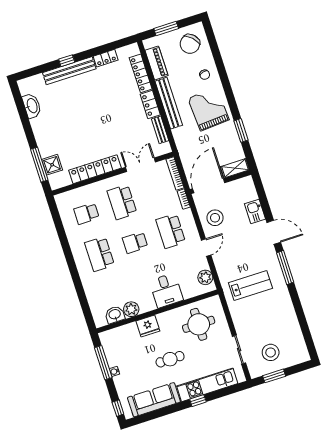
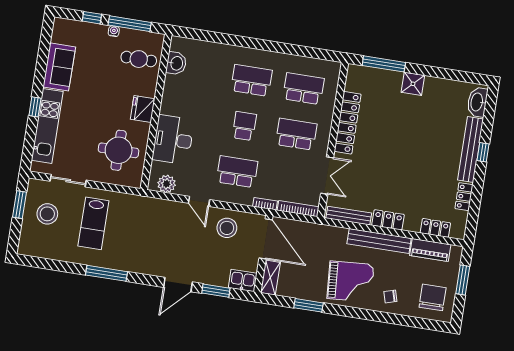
chair: (190, 44) -> (433, 297), turned 45
locker: (141, 73) -> (435, 228), width x0.66
washbasin: (32, 106) -> (477, 102), moved, turned 90
bench: (160, 130) -> (349, 216), width x1.36
shower: (52, 165) -> (413, 84), moved
window: (264, 203) -> (216, 291), added
kitchen sink: (255, 211) -> (243, 280), moved
school desk: (86, 214) -> (303, 89), width x1.85
window: (285, 267) -> (107, 273), moved
lab bench: (250, 285) -> (93, 223), moved
desk: (166, 290) -> (173, 140), width x1.37
plant: (131, 309) -> (173, 84), removed
fridge: (148, 326) -> (143, 109), moved
cafe table: (170, 359) -> (139, 59), moved, turned 90
sofa: (154, 400) -> (59, 67), width x0.73
window: (118, 408) -> (92, 18), moved

